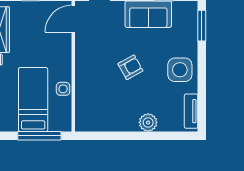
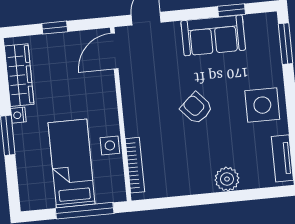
armchair: (130, 67) -> (196, 108), turned -103
bookcase: (80, 105) -> (135, 165), added

